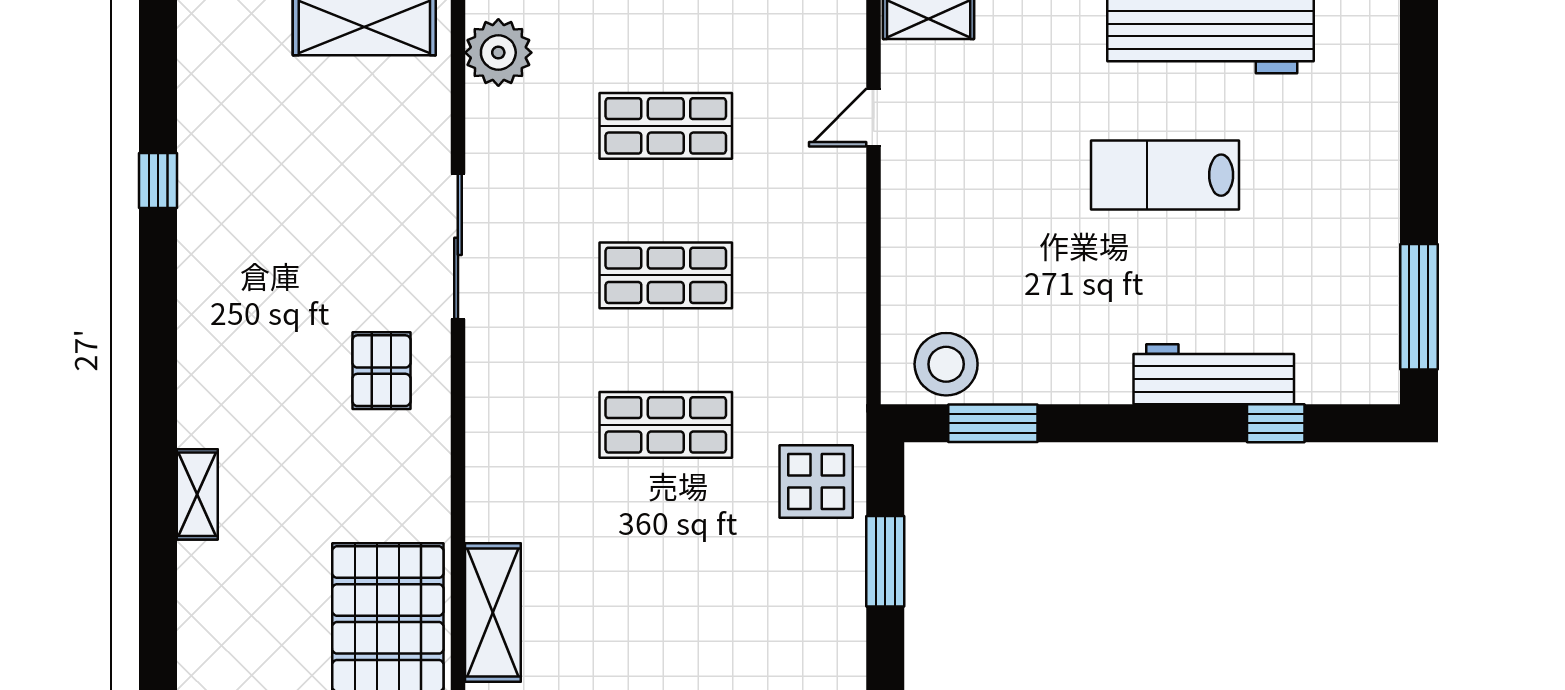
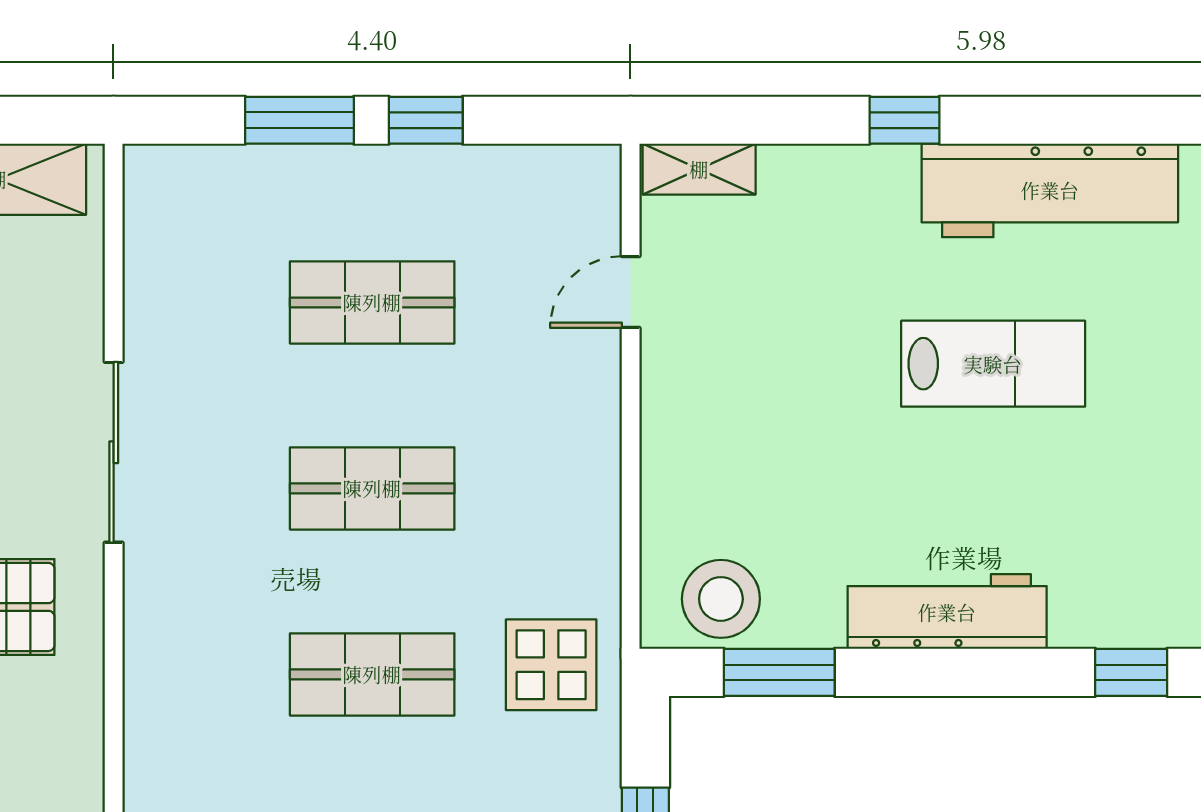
plant: (498, 53) -> (164, 211), removed
lab bench: (1165, 175) -> (993, 364), turned 180
workbench: (1214, 374) -> (947, 612), moved
display table: (816, 481) -> (551, 665), moved

